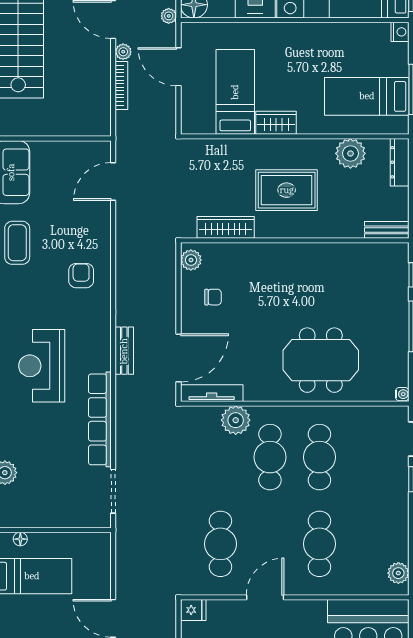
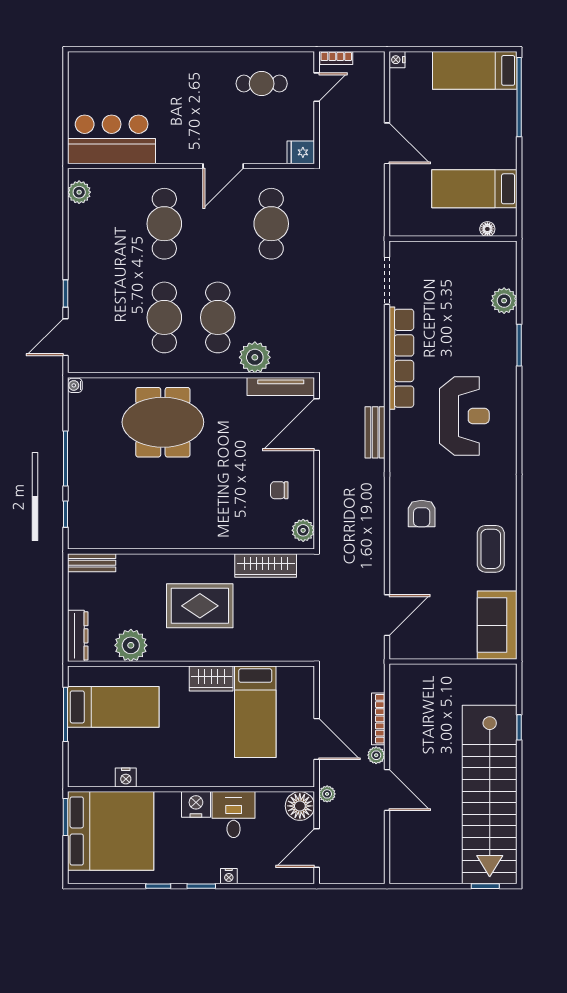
nightstand: (400, 32) -> (126, 777), moved, turned -90

